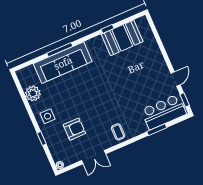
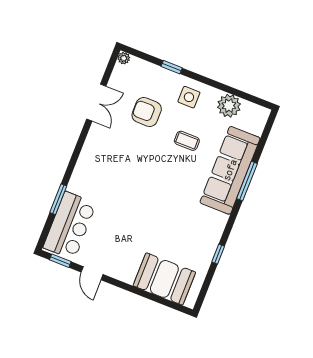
booth: (122, 38) -> (164, 279), moved, turned 90
armchair: (74, 129) -> (147, 112), turned 90
coffee table: (118, 132) -> (187, 141), moved
double door: (94, 157) -> (96, 103), swing flipped

